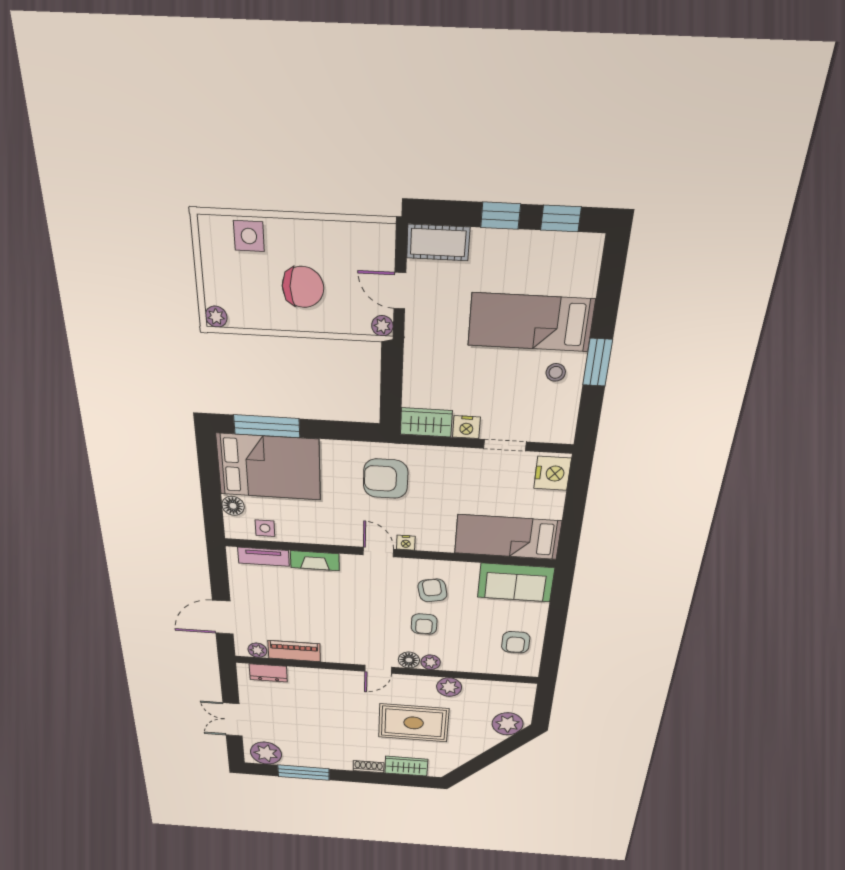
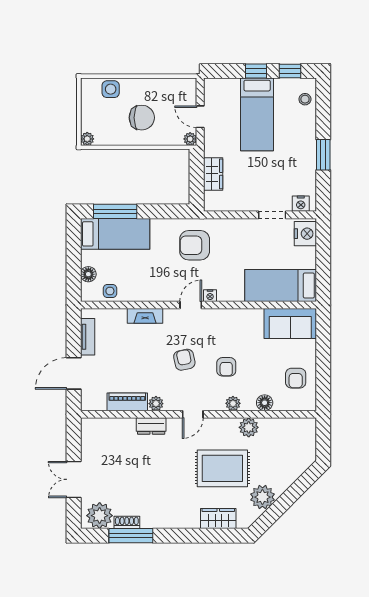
cot: (438, 243) -> (221, 88), removed
bed: (531, 322) -> (257, 114), moved, turned -90
stool: (556, 372) -> (305, 99), moved
wardrobe: (426, 422) -> (213, 174), moved, turned 90
nightstand: (466, 427) -> (301, 204), moved
bed: (269, 467) -> (115, 234), width x0.67
door: (378, 552) -> (191, 305), hinge flipped
tv unit: (263, 557) -> (88, 337), moved, turned -90
armchair: (432, 590) -> (184, 360), moved
plant: (257, 650) -> (156, 404), moved
floor lamp: (409, 660) -> (265, 403), moved
dresser: (268, 673) -> (151, 426), moved
plant: (508, 724) -> (262, 497), moved
shoe rack: (369, 767) -> (127, 522), moved

